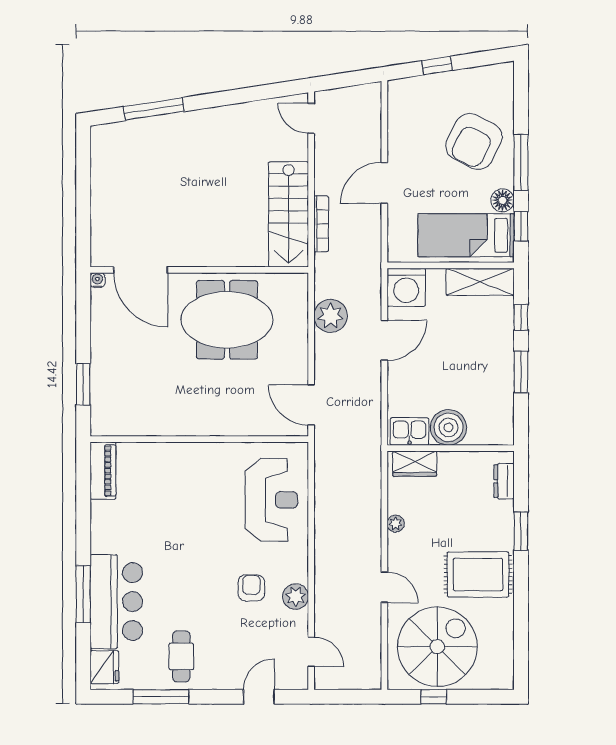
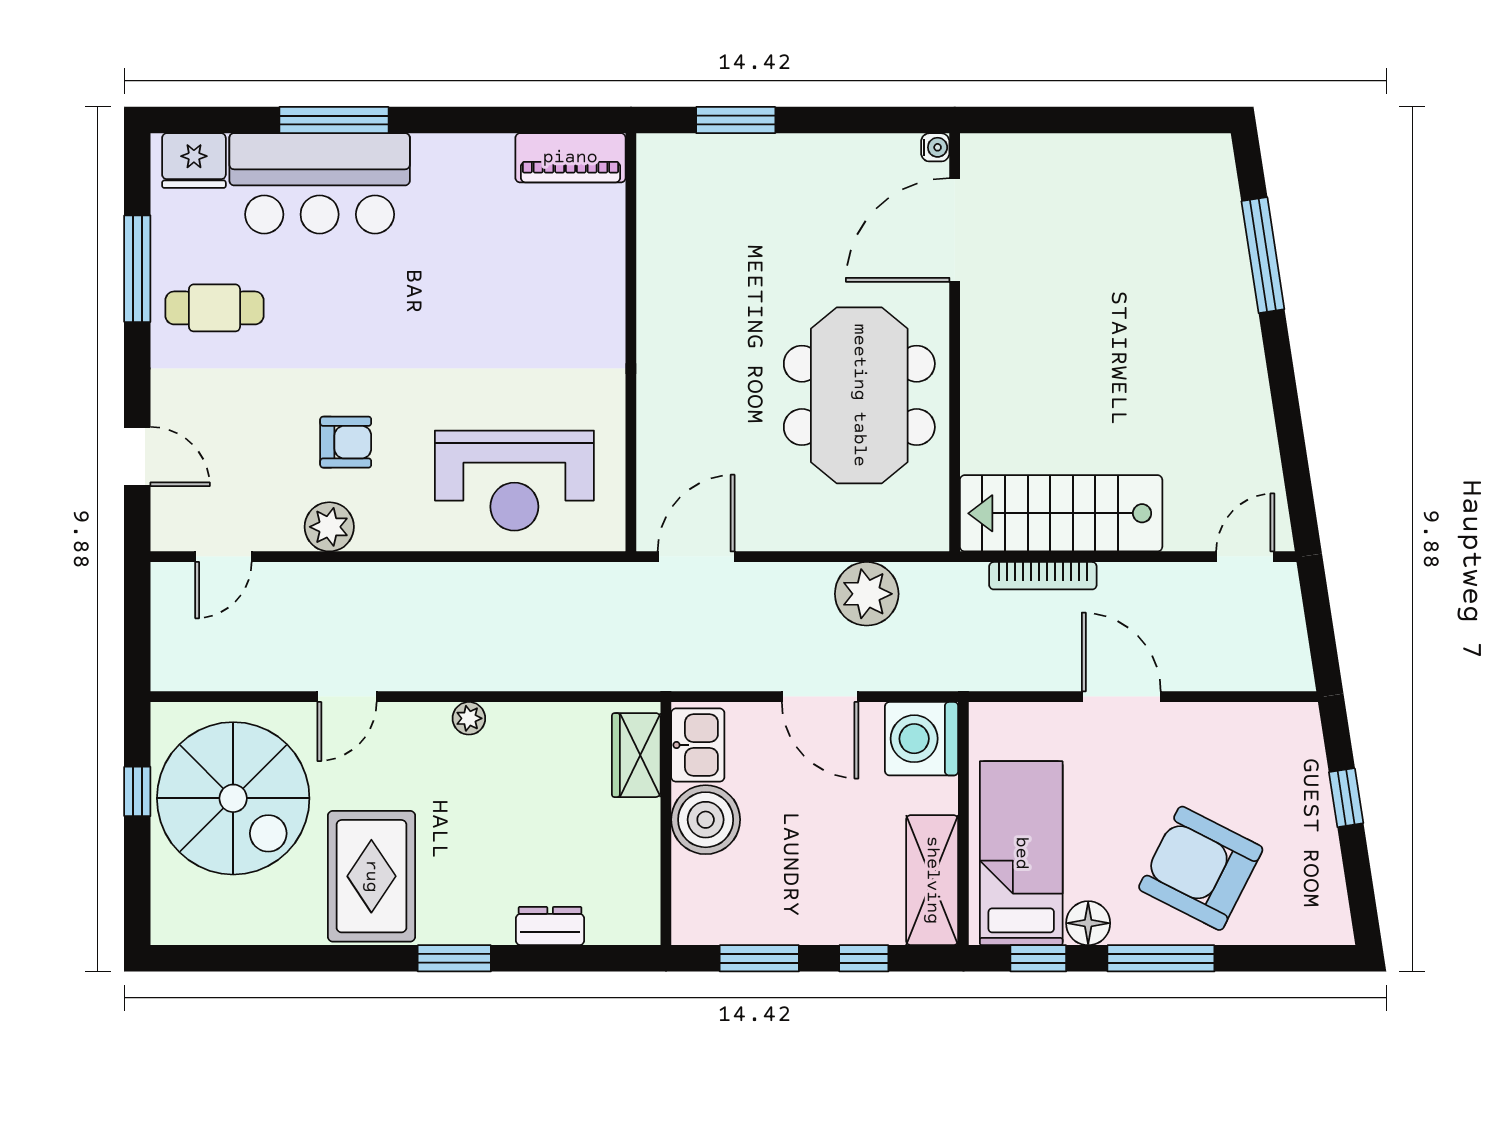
boiler: (449, 427) -> (706, 820), moved
kitchen sink: (410, 432) -> (698, 745), moved
wall: (451, 448) -> (666, 824), moved
wardrobe: (415, 464) -> (636, 755), moved

